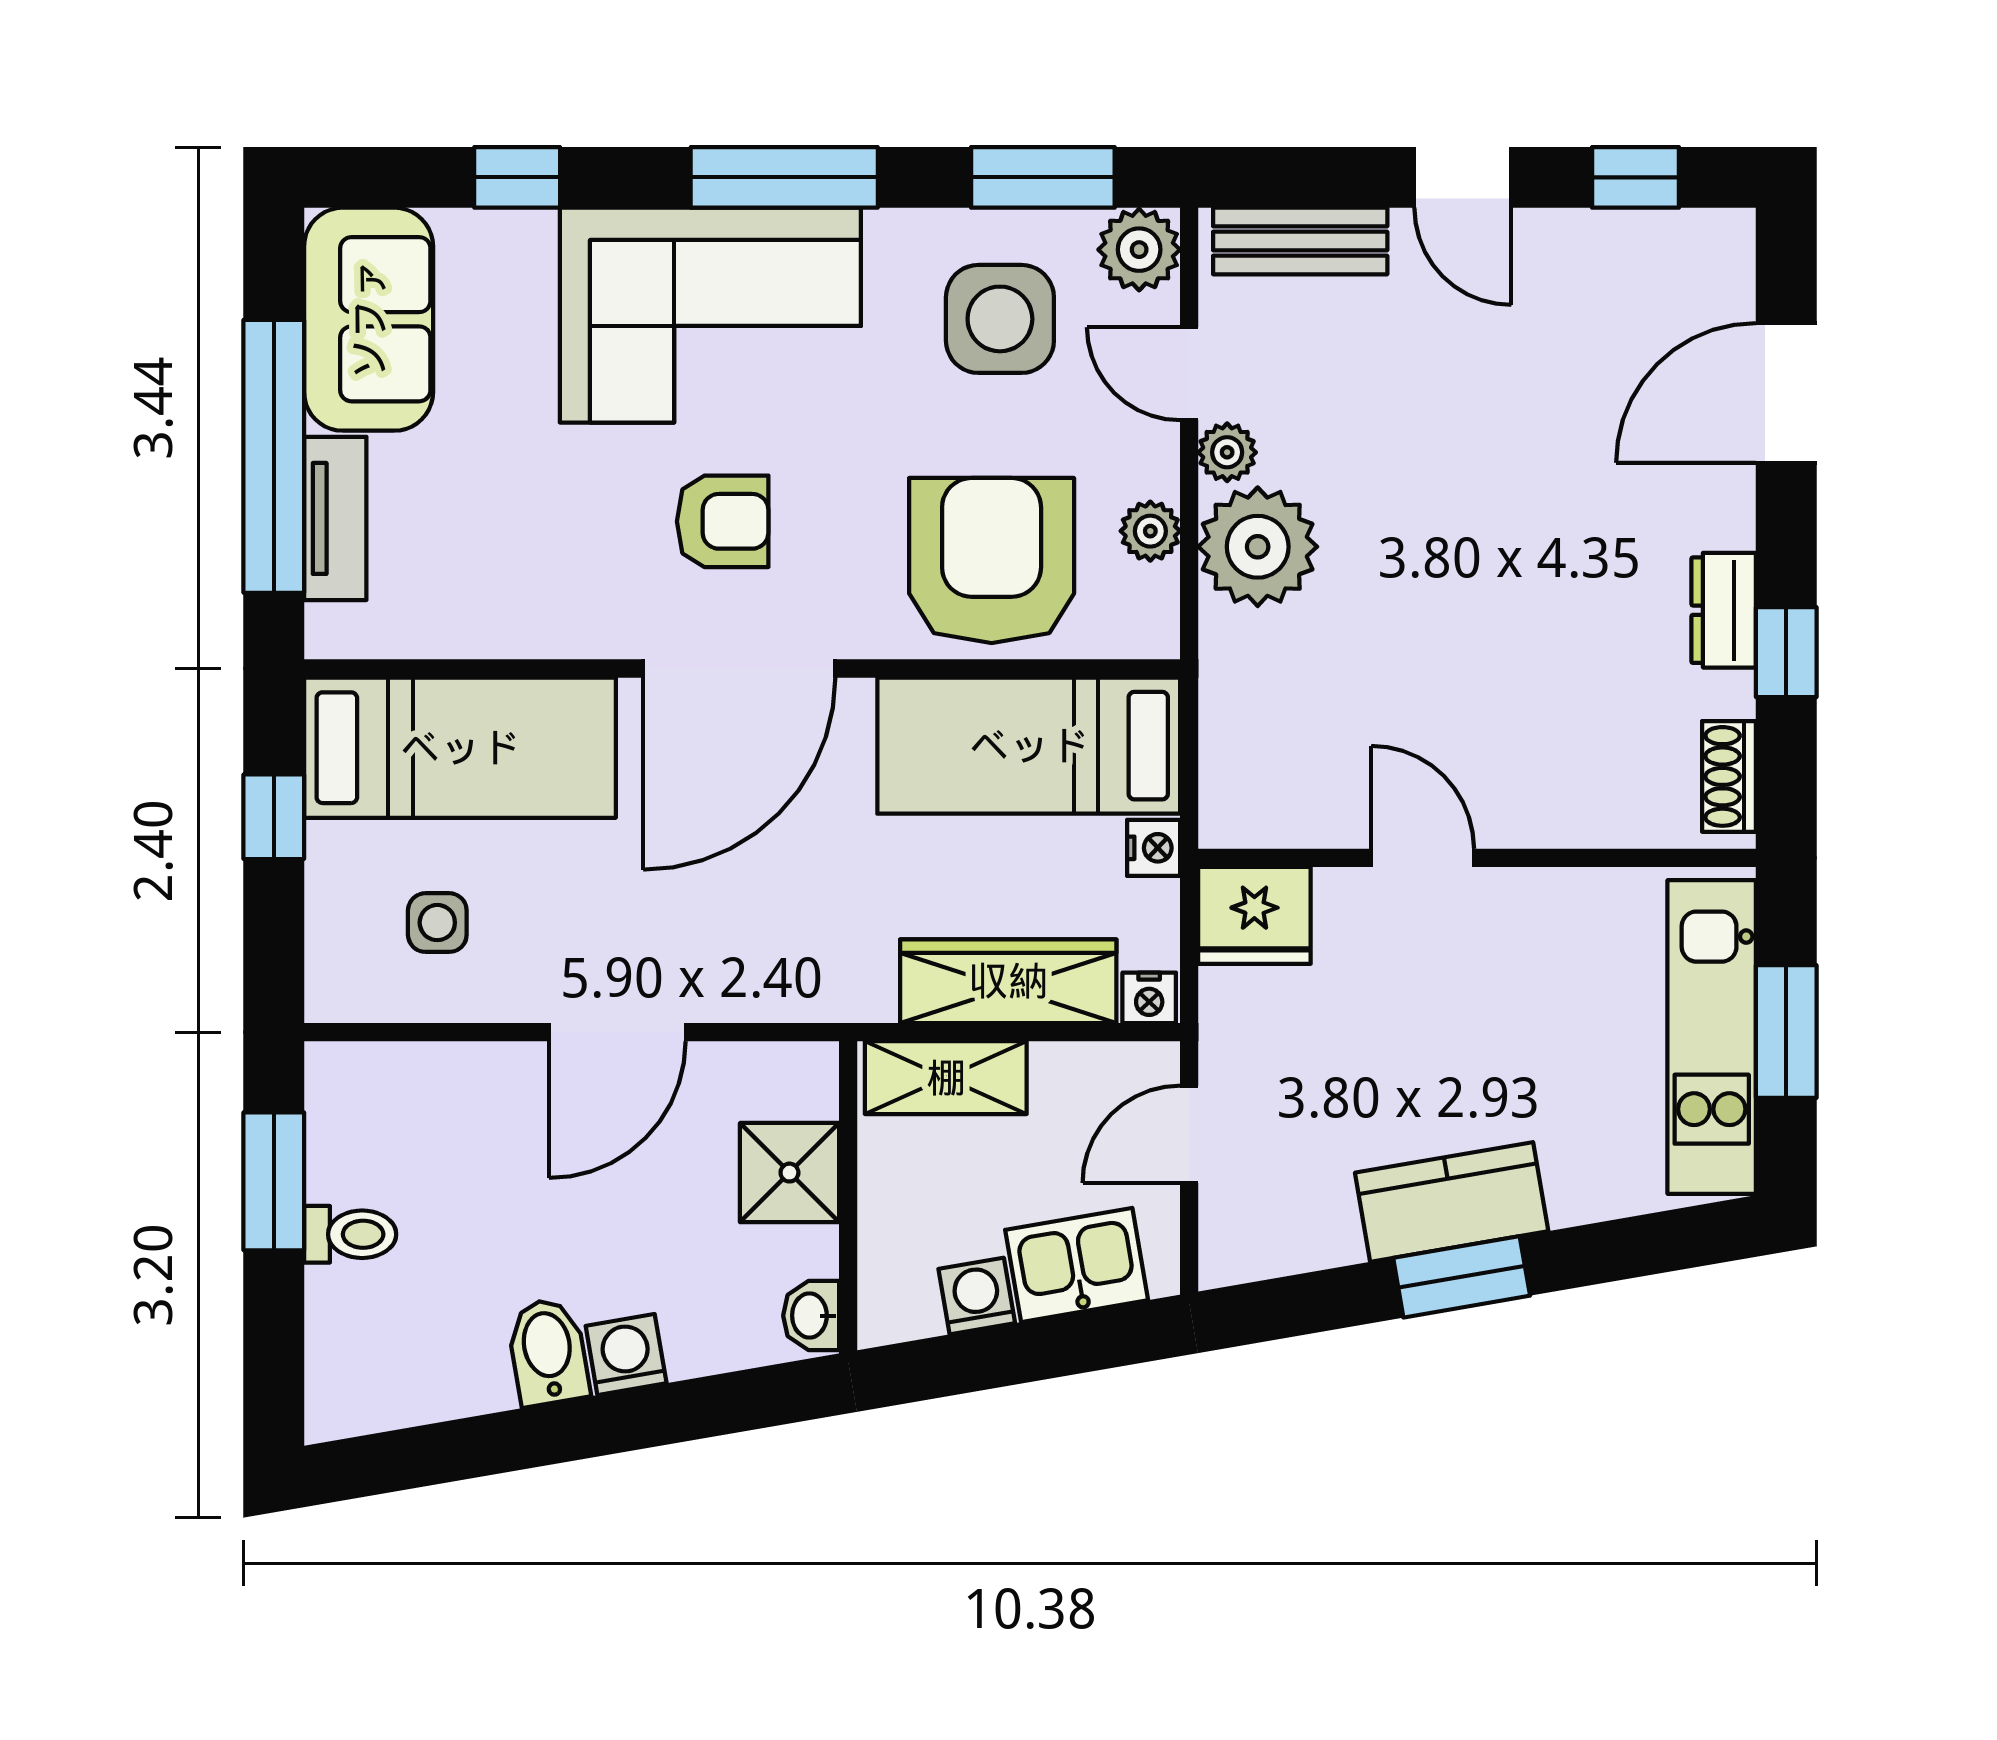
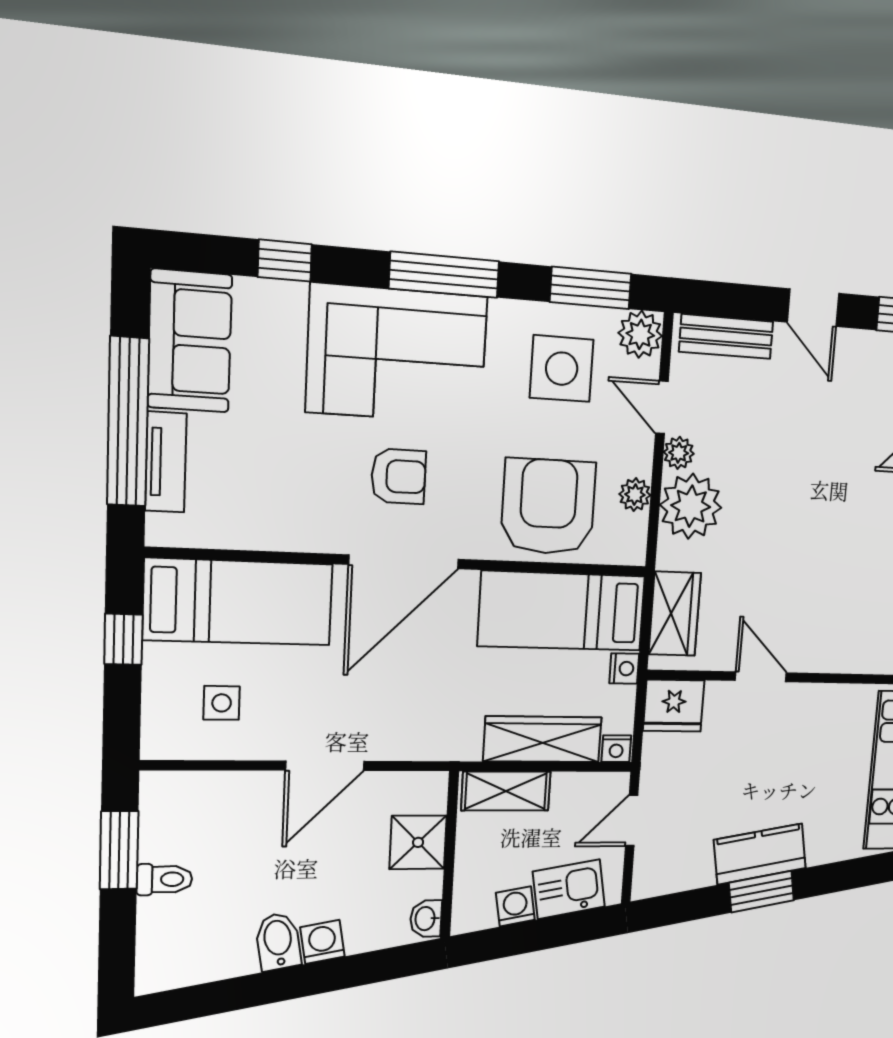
wardrobe: (1243, 744) -> (675, 614), added

